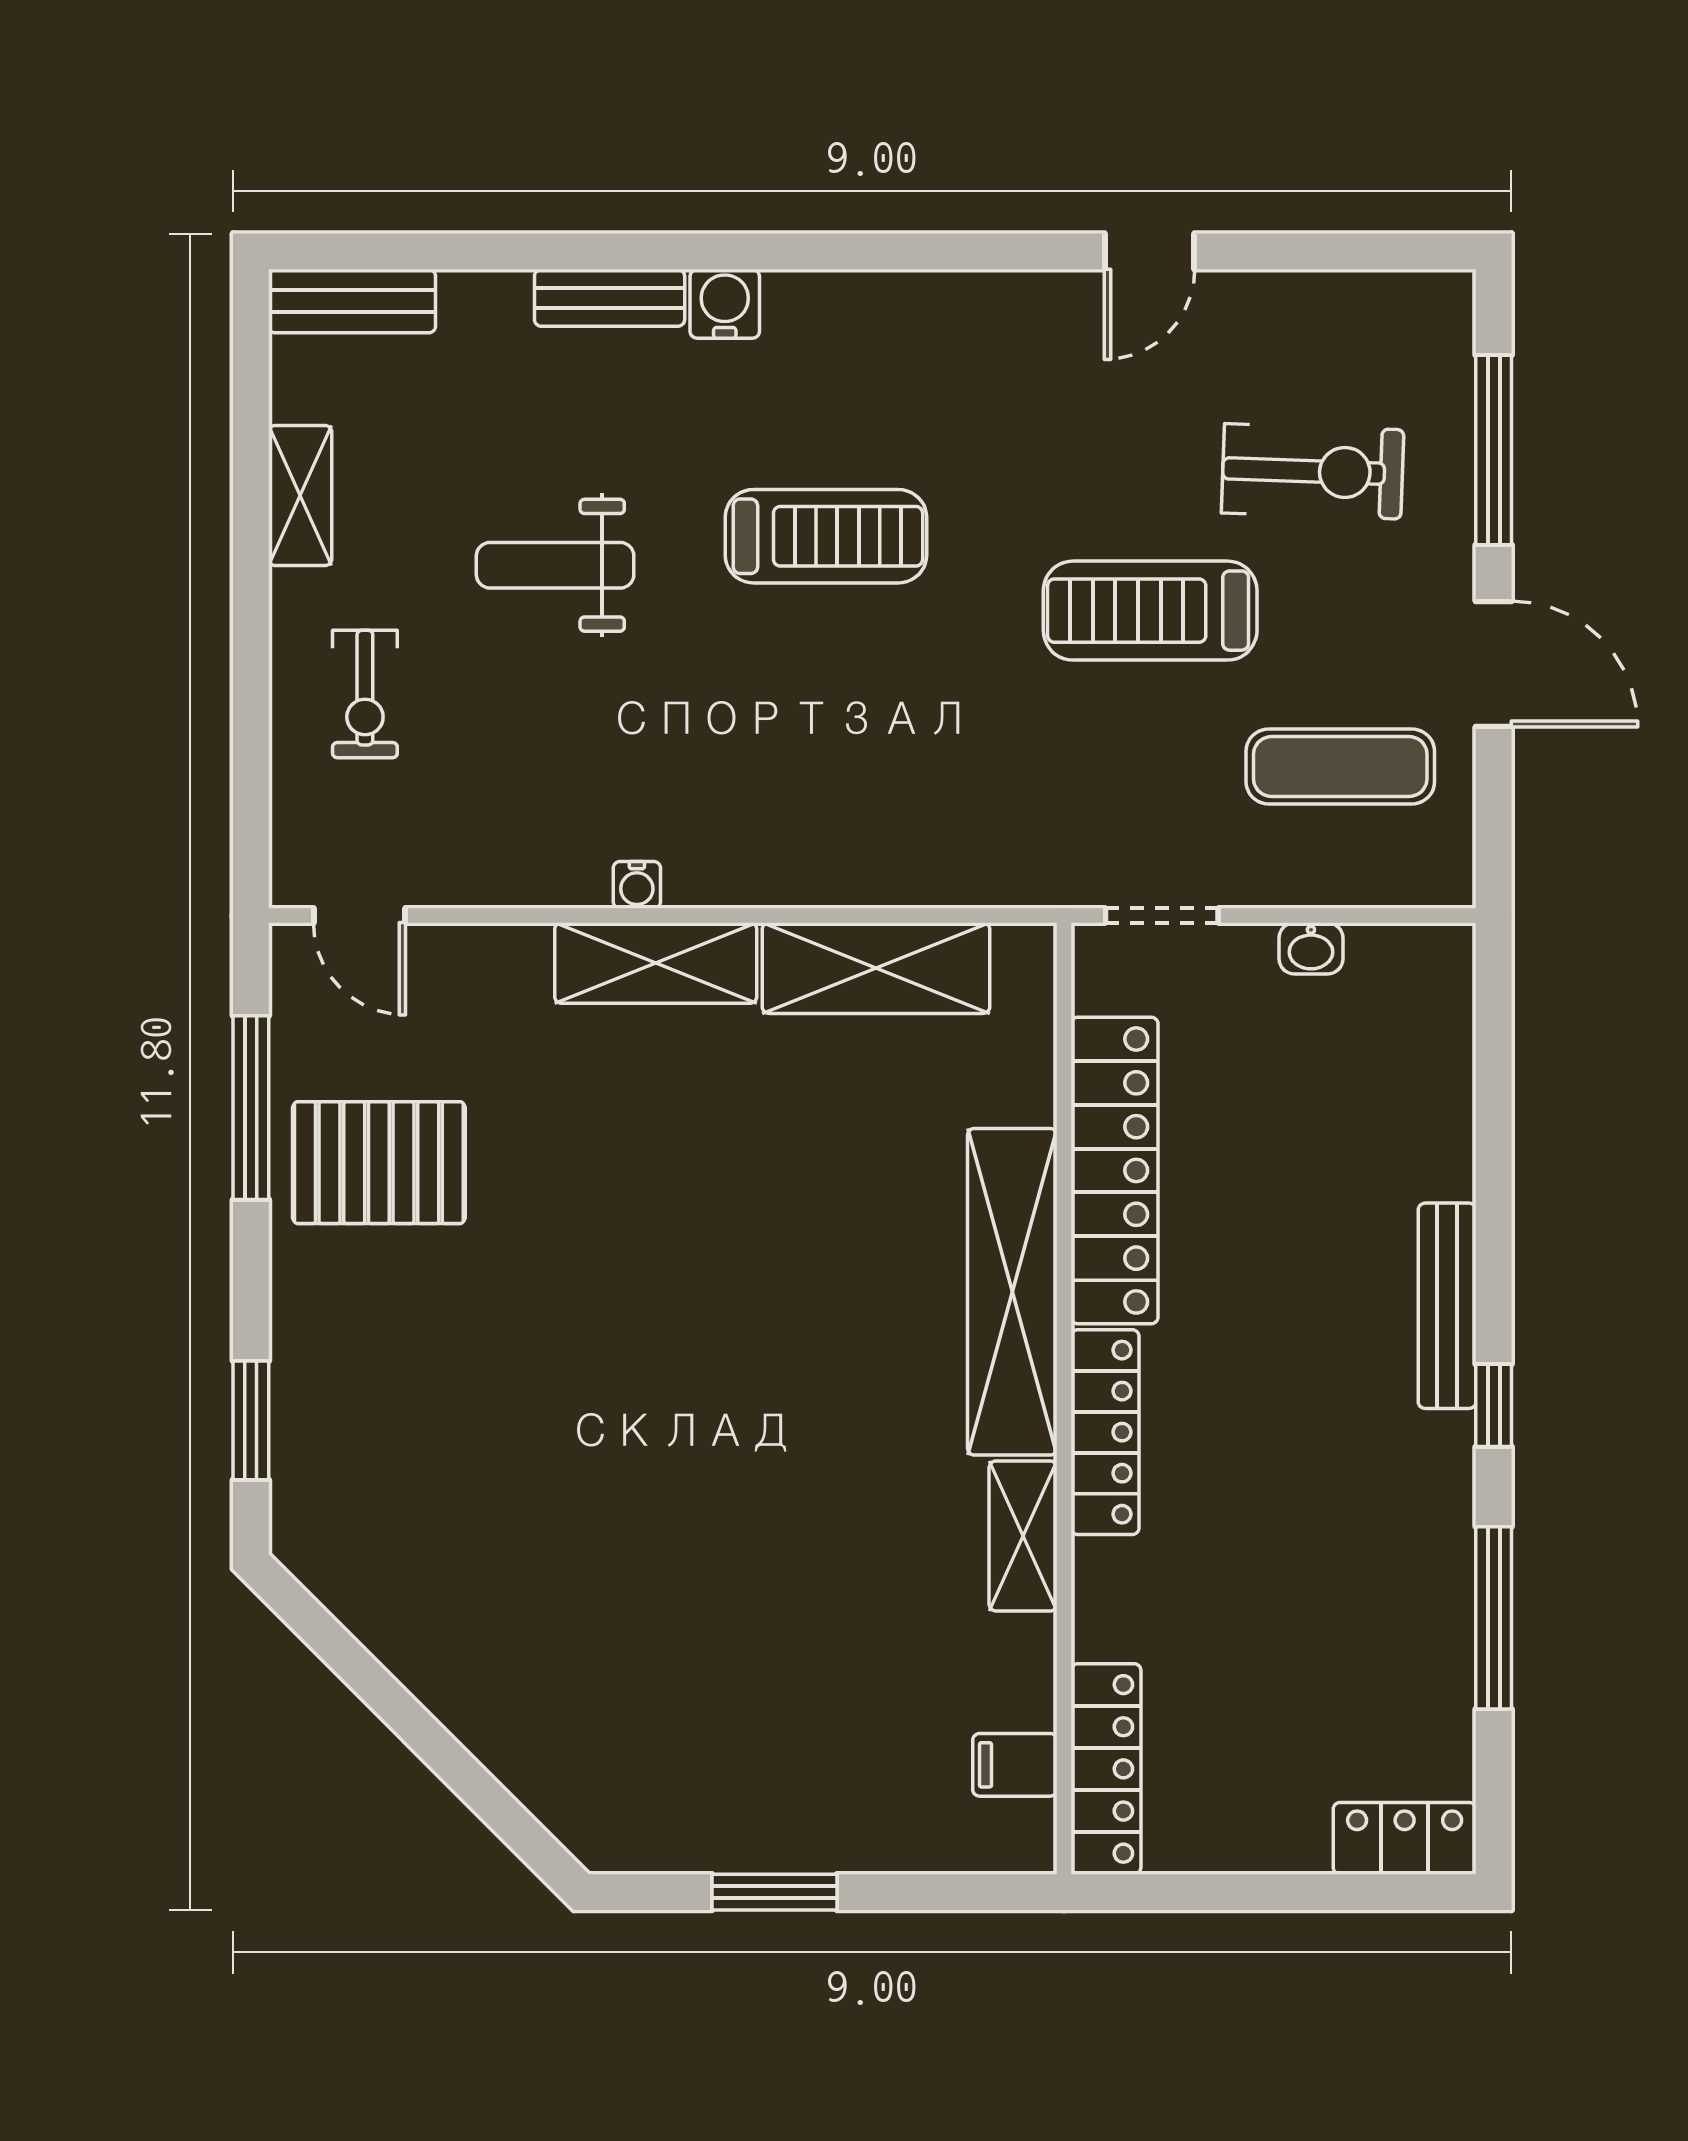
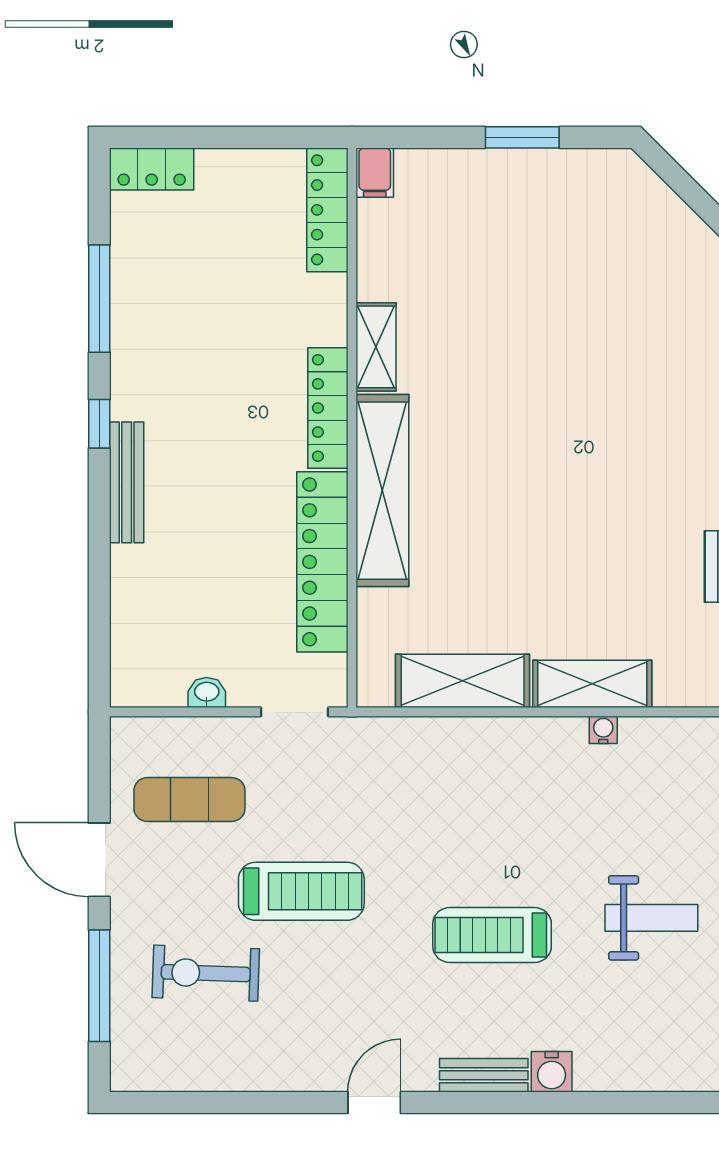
door: (1149, 251) -> (374, 1103), moved
bench: (610, 298) -> (484, 1075), moved
filing cabinet: (1015, 1765) -> (375, 173), moved, turned 90

